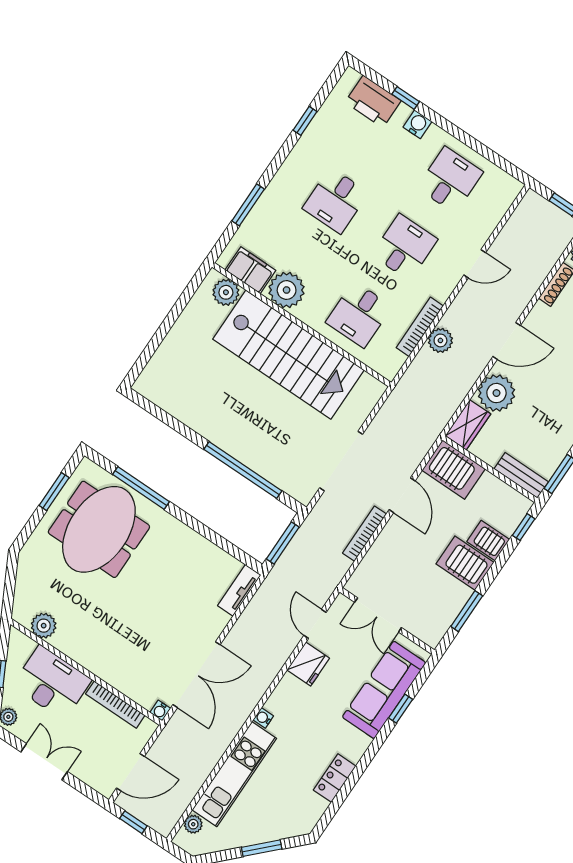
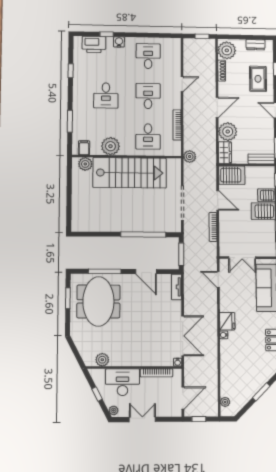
filing cabinet: (250, 270) -> (84, 148), width x0.50
plant: (440, 340) -> (190, 157), moved
door: (207, 533) -> (146, 272), added
fridge: (308, 664) -> (227, 321), moved
kitchen unit: (234, 774) -> (228, 368), removed

